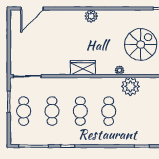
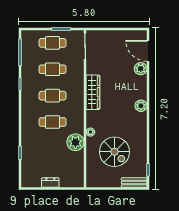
plant: (51, 16) -> (141, 69), added
wardrobe: (83, 68) -> (93, 92), width x1.50

